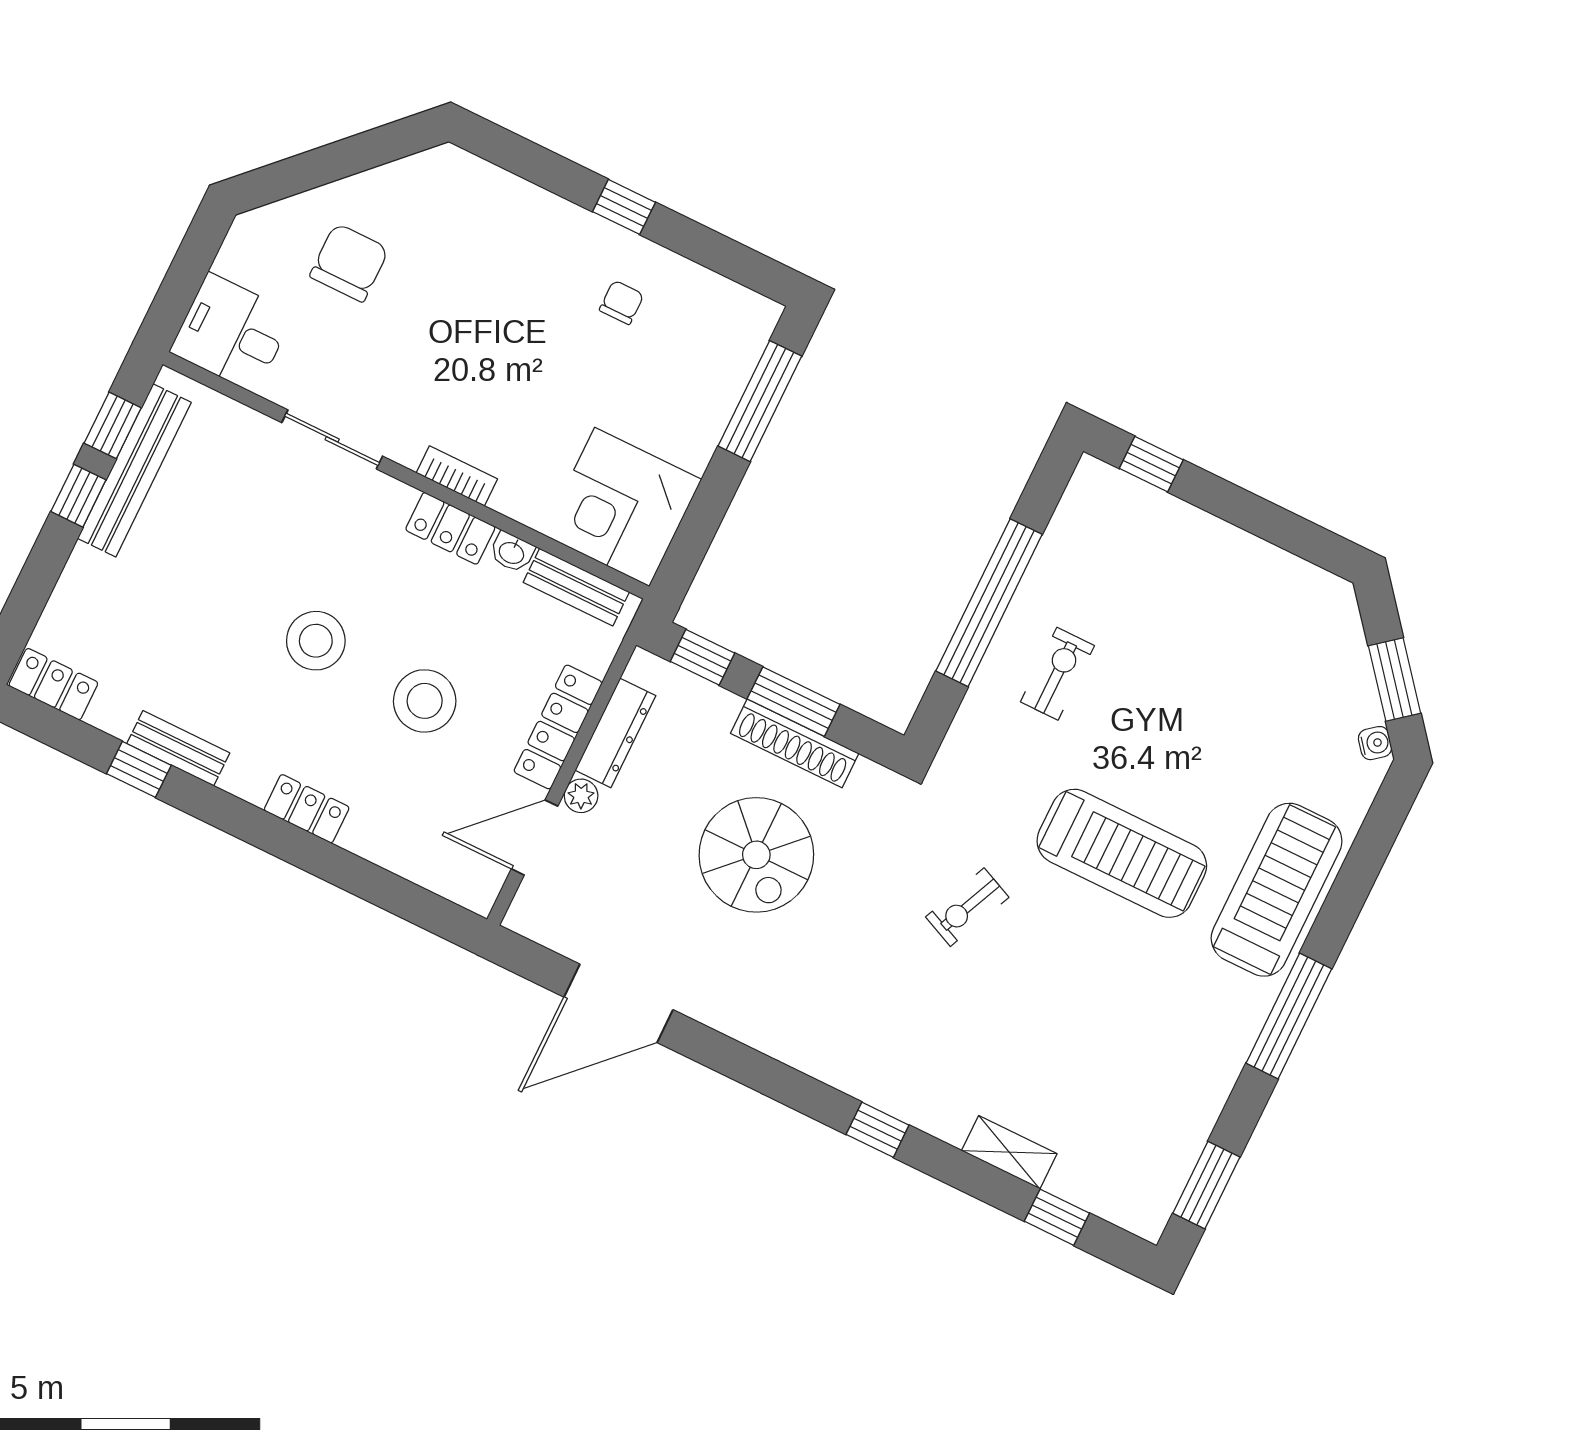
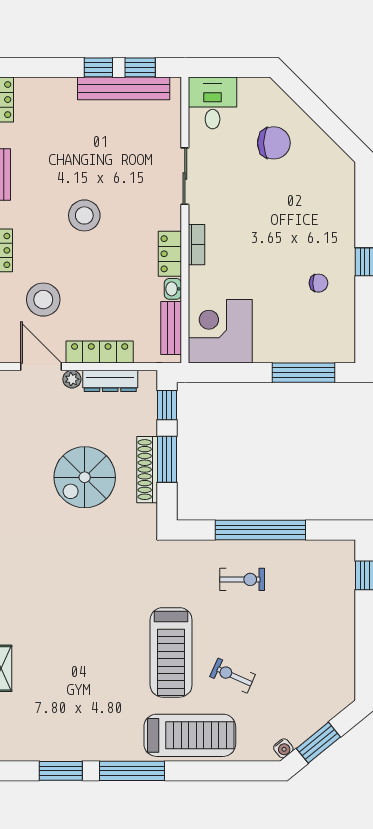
stool: (425, 701) -> (43, 300), moved
exercise bike: (967, 907) -> (233, 676), moved
window: (1206, 1185) -> (61, 771), moved

